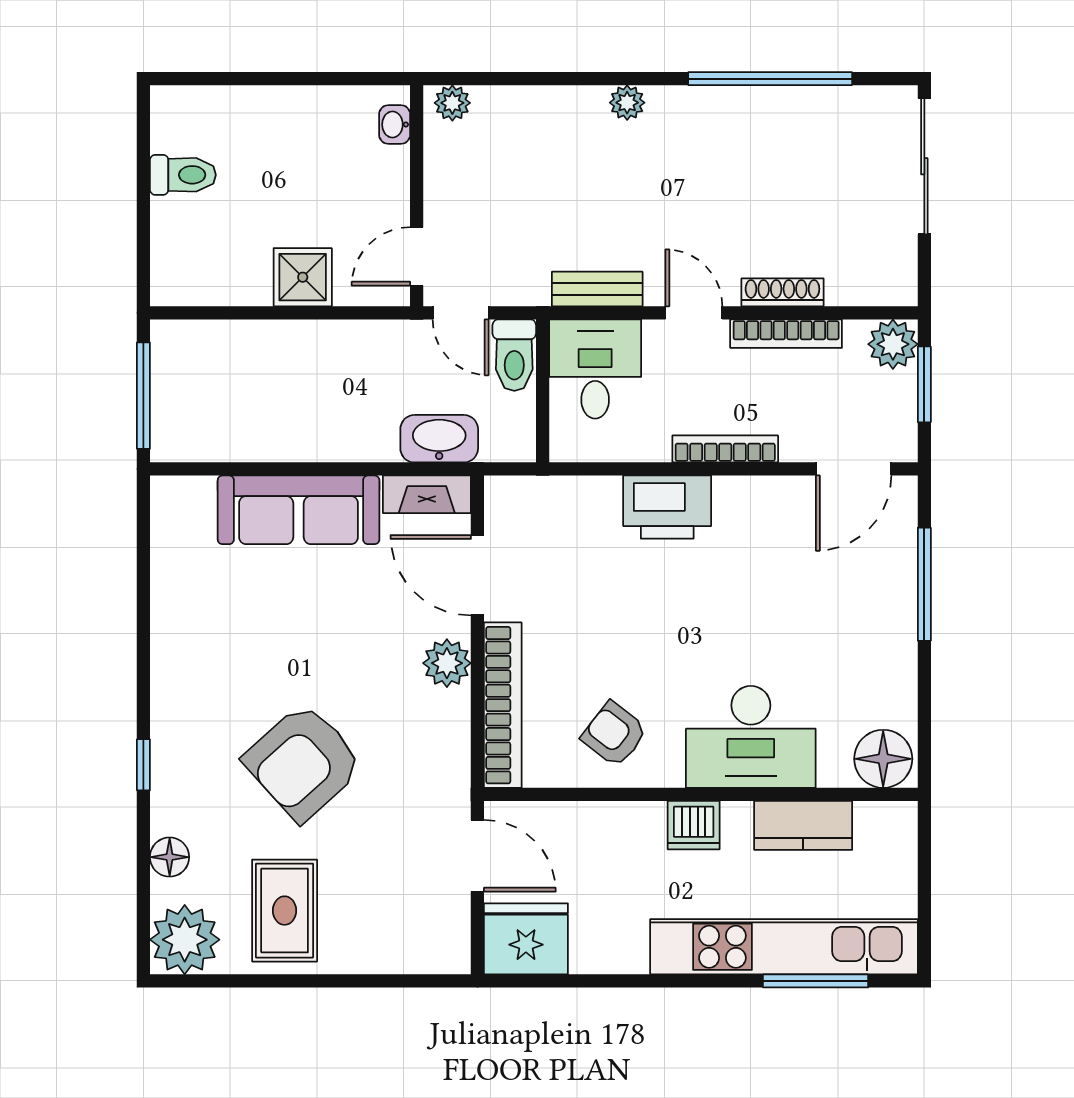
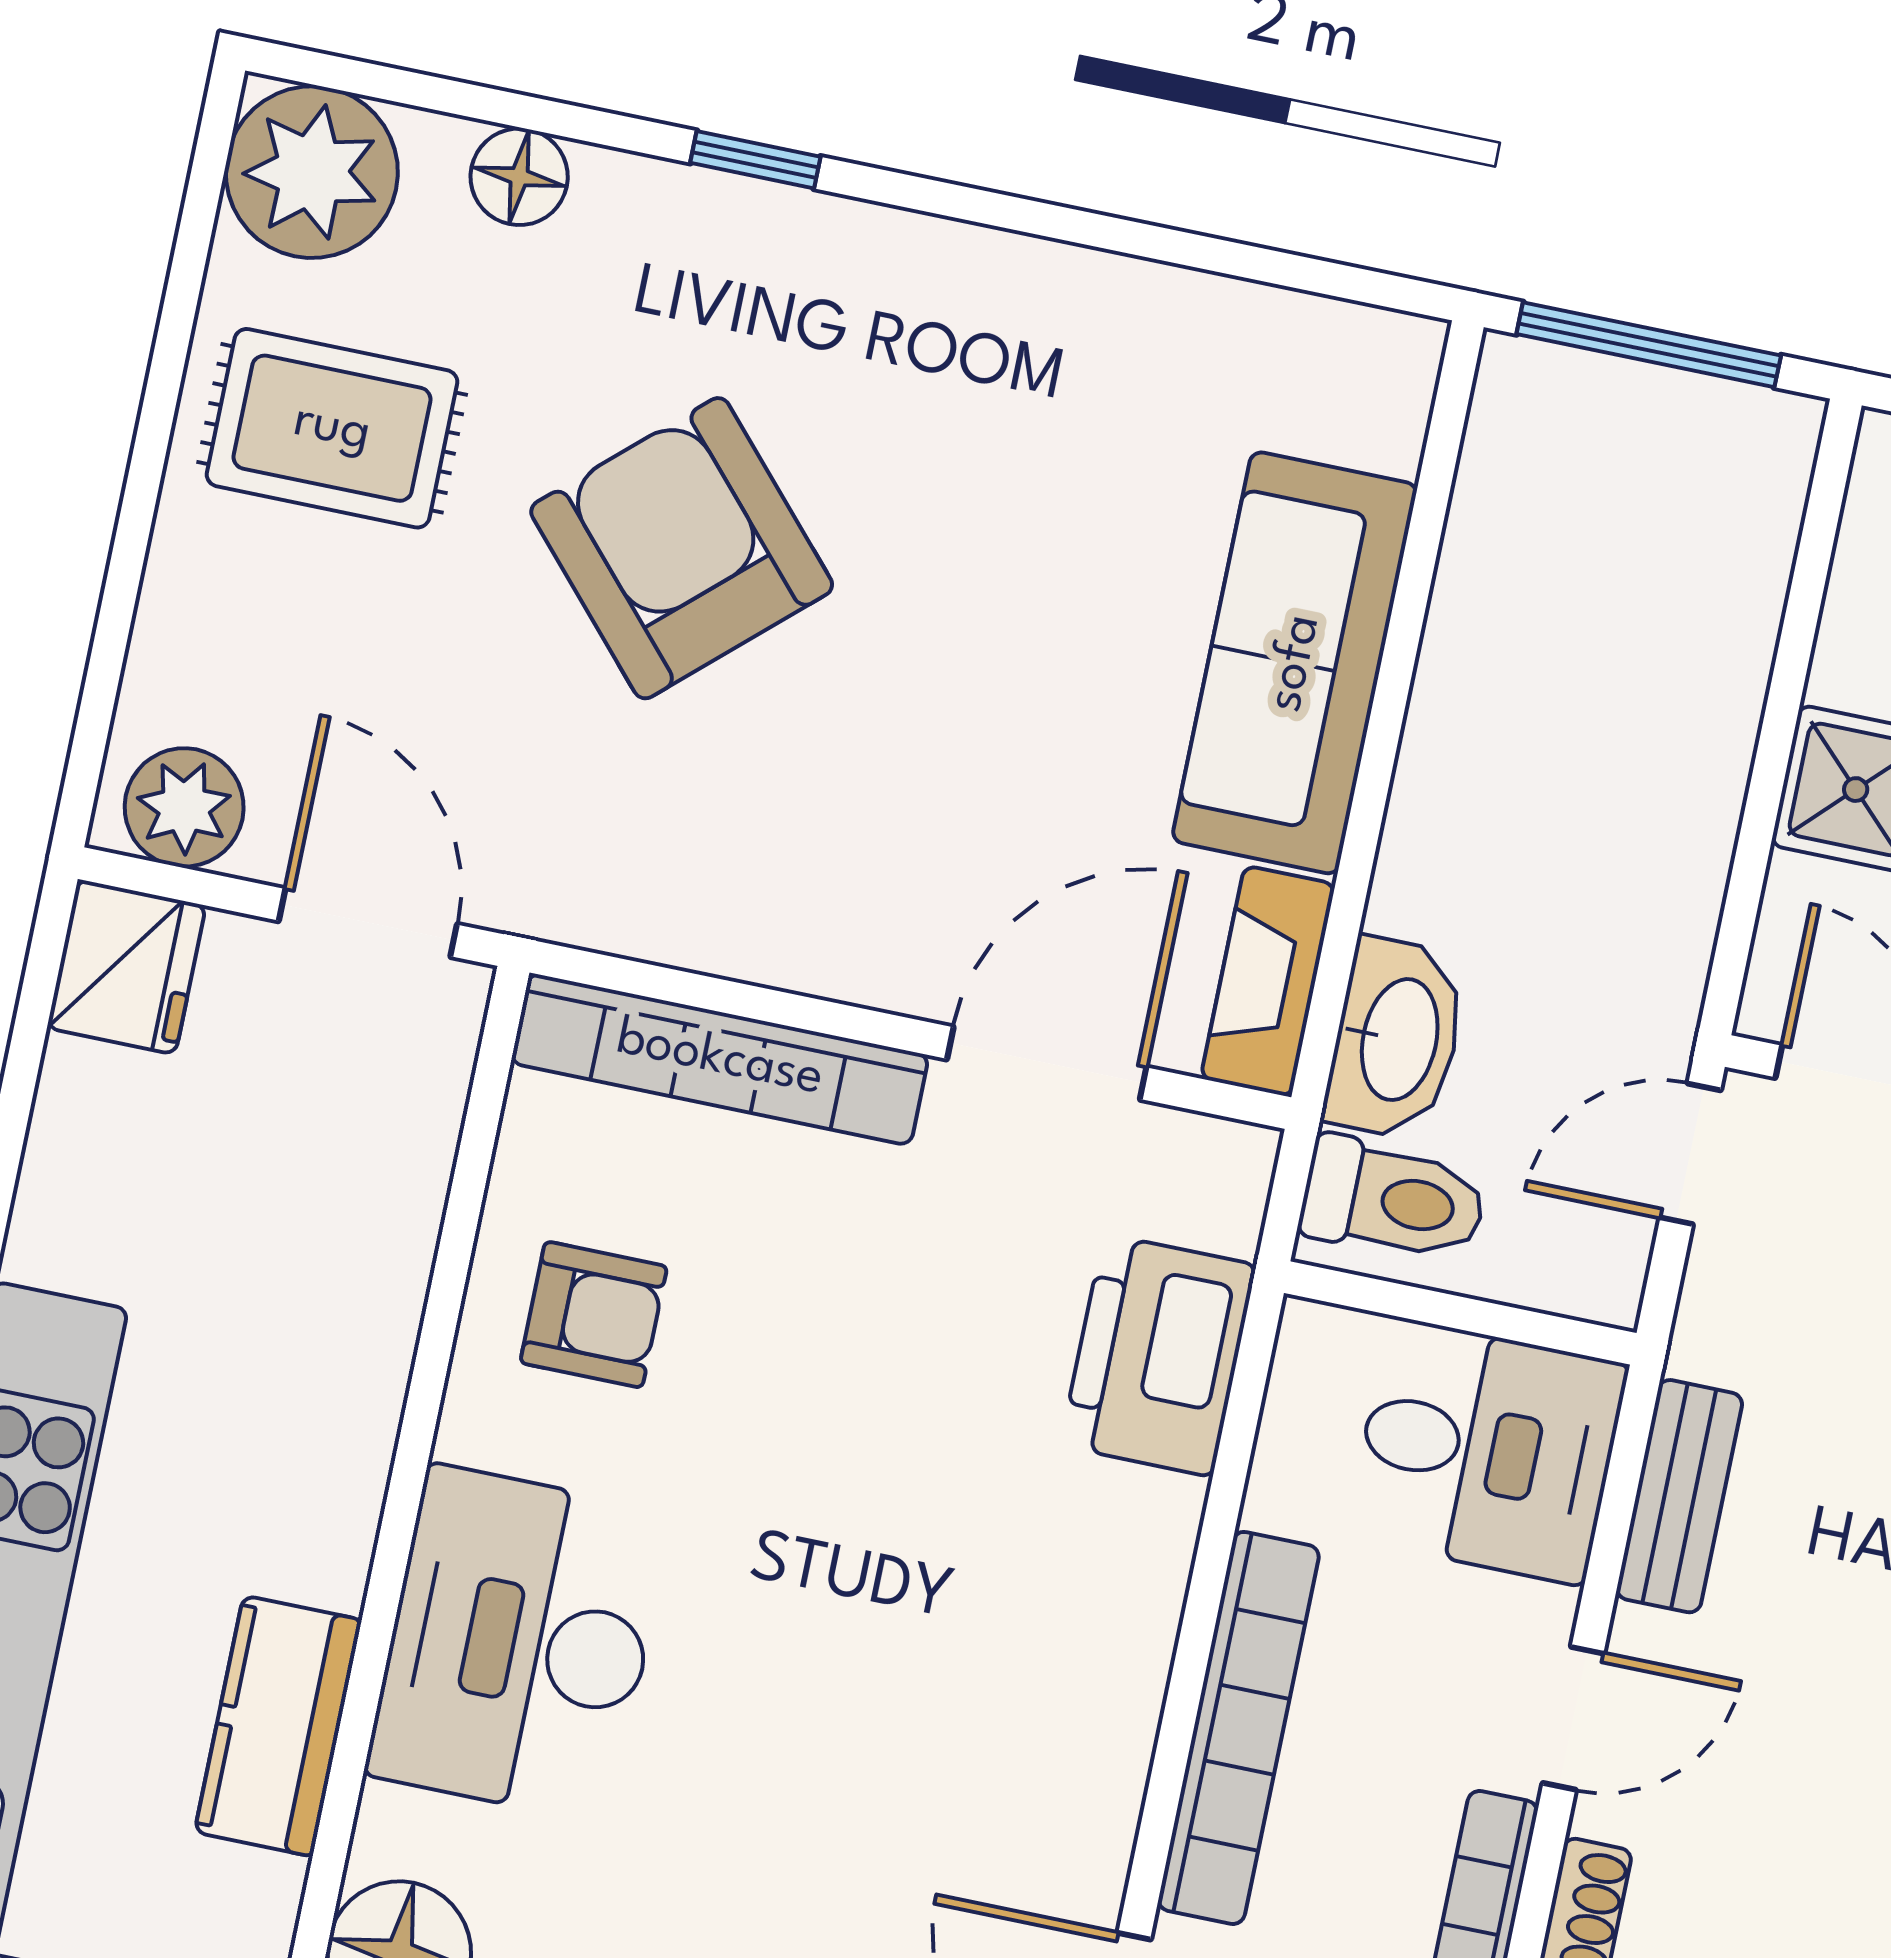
toilet: (514, 355) -> (1393, 1200), moved, turned 180
bookcase: (725, 449) -> (1239, 1728), width x1.48, depth x1.31
printer: (667, 507) -> (1158, 1355), moved
plant: (447, 663) -> (184, 807), moved
armchair: (614, 734) -> (594, 1315), turned 52
dishwasher: (694, 825) -> (334, 1461), removed
door: (477, 856) -> (368, 923), swing flipped
fridge: (526, 939) -> (126, 967), width x0.73, depth x0.75

